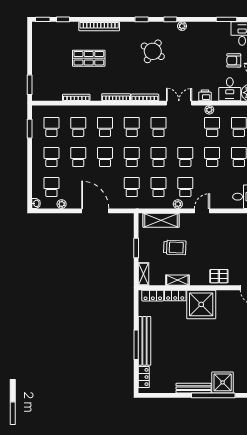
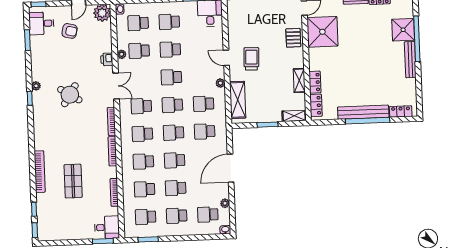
window: (142, 19) -> (31, 128), removed
round table: (153, 51) -> (70, 95), moved
armchair: (234, 60) -> (70, 31), turned -77
desk: (230, 89) -> (107, 227), moved
double door: (179, 103) -> (116, 86), swing flipped
school desk: (185, 187) -> (203, 76), removed
trolley: (175, 247) -> (251, 59), moved
shower: (201, 304) -> (322, 32), moved
window: (136, 345) -> (368, 121), width x1.46

